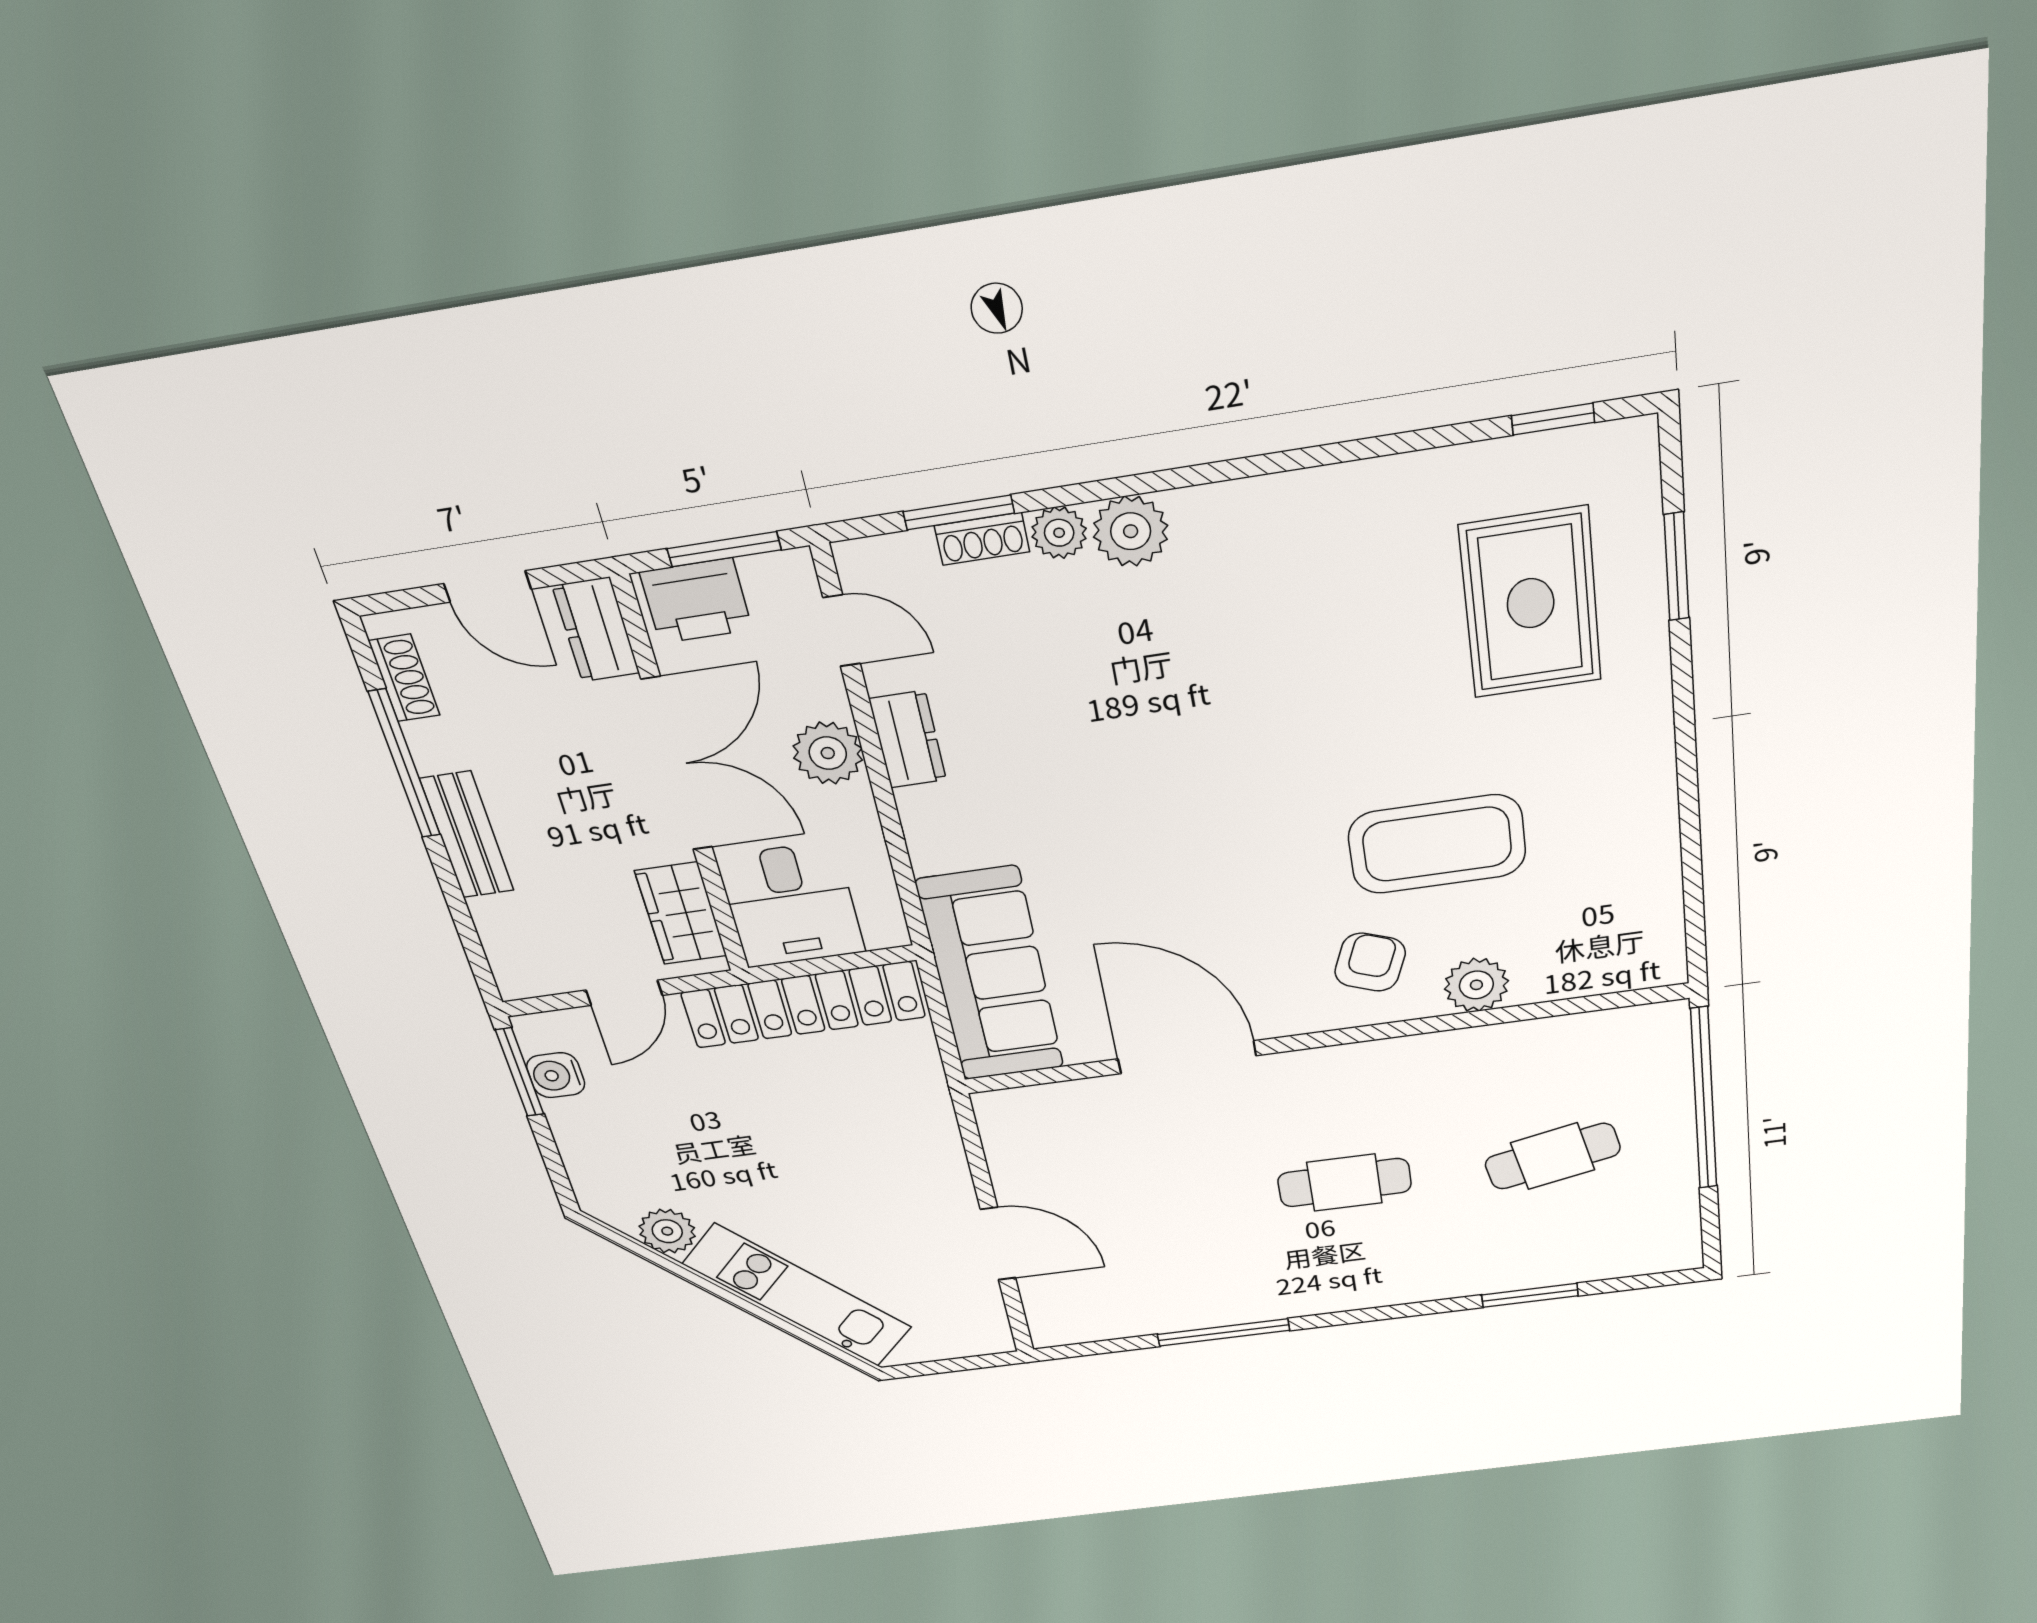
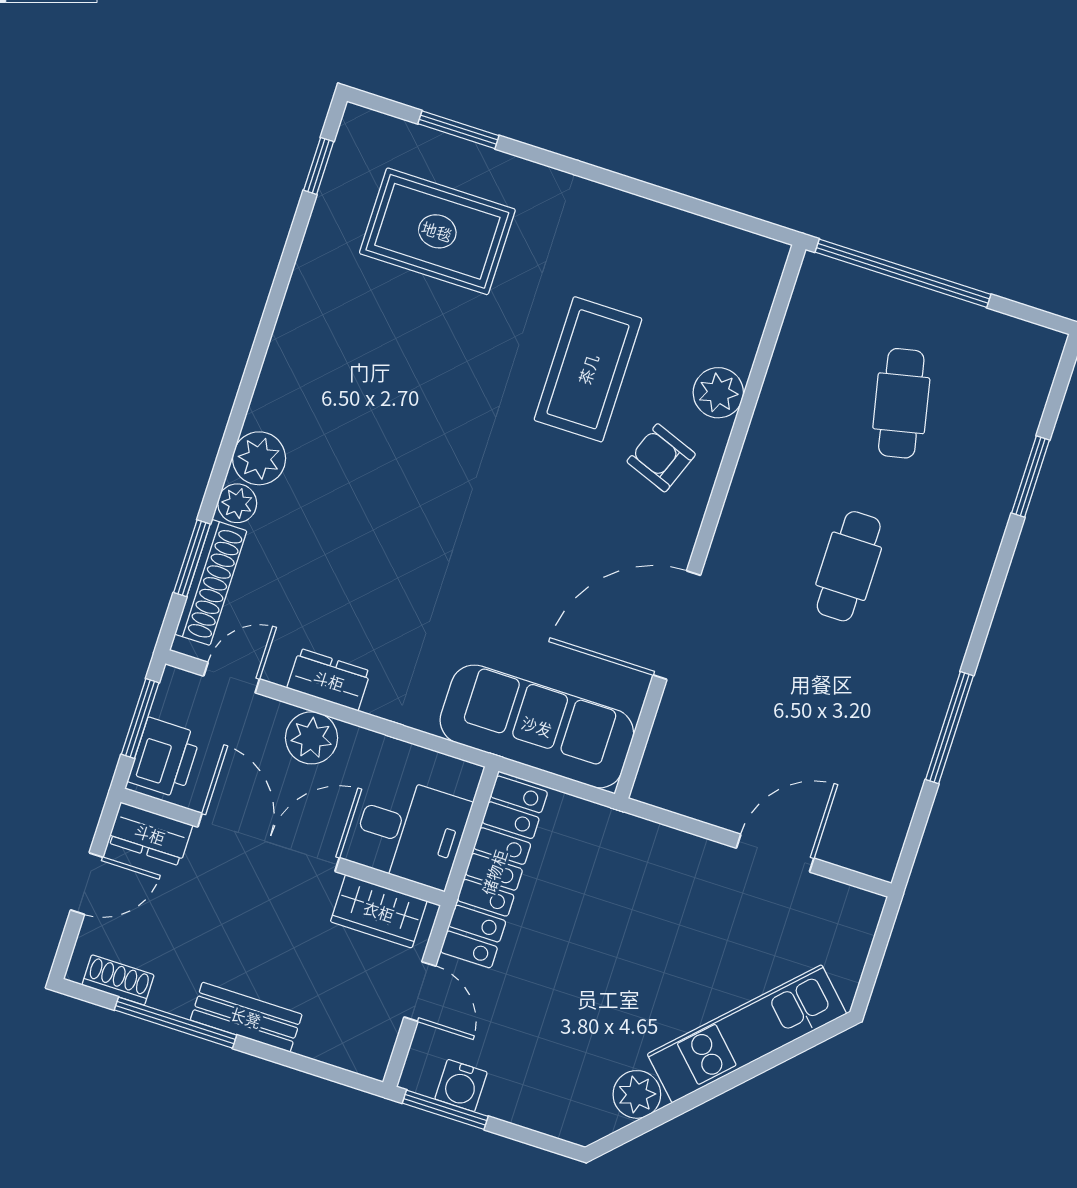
shoe rack: (982, 539) -> (211, 582), width x1.94, depth x1.24

